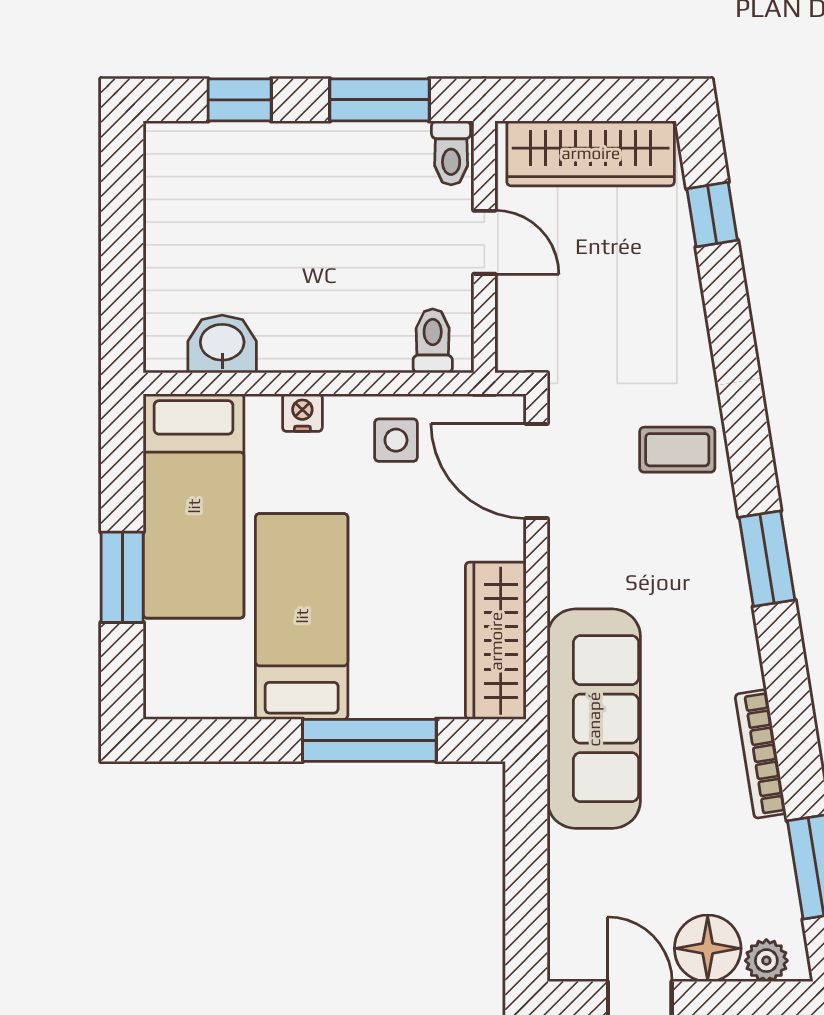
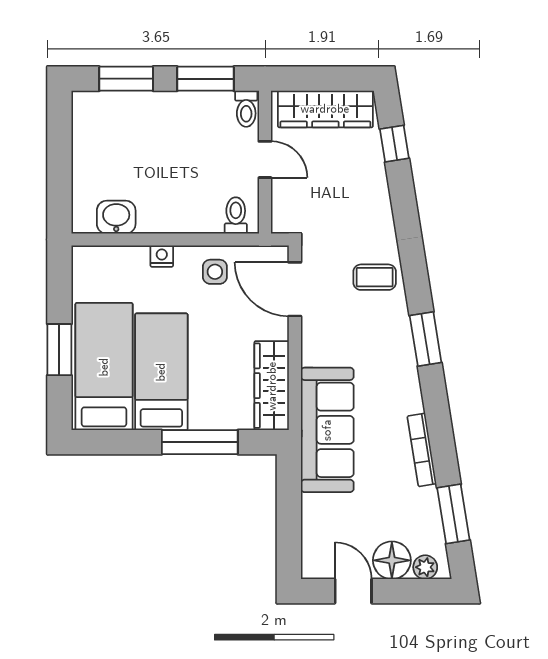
window: (240, 100) -> (126, 79), width x1.50
bed: (194, 506) -> (104, 367), moved, turned 180

